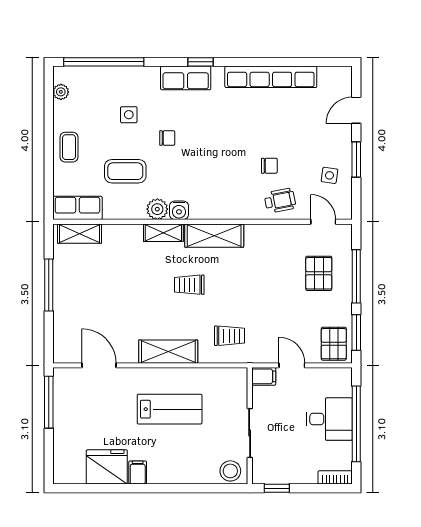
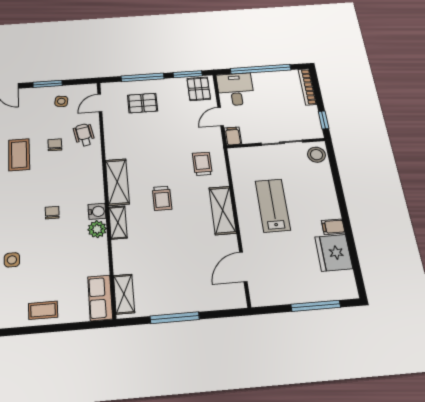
chair: (167, 138) -> (52, 213), moved
coffee table: (125, 171) -> (19, 155), moved
pallet: (334, 344) -> (199, 89), turned 90
window: (49, 402) -> (316, 306), moved
desk: (329, 419) -> (236, 89), moved
bookcase: (335, 477) -> (307, 87), width x1.56

